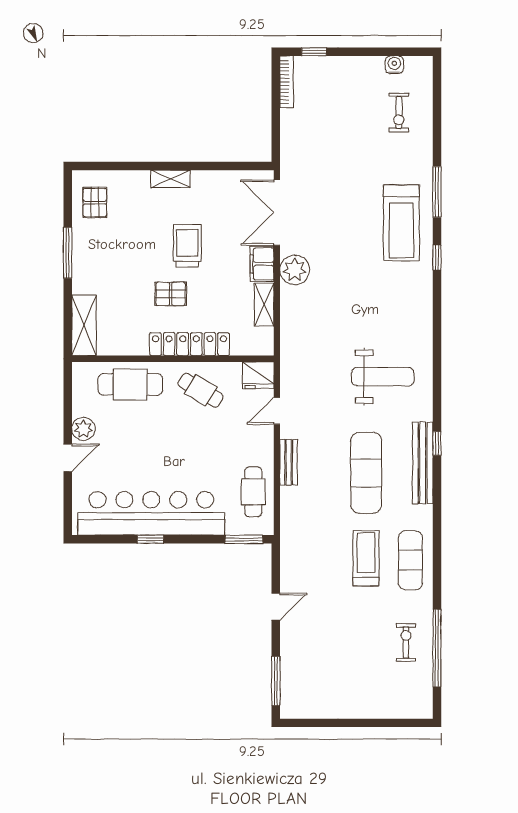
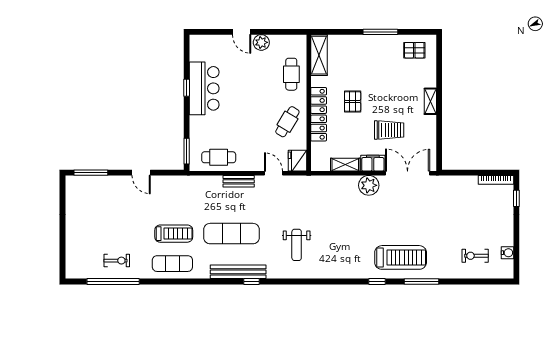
treadmill: (401, 223) -> (401, 257), turned 180
trolley: (187, 246) -> (389, 130), moved
shelving: (84, 325) -> (319, 55), moved, turned 90
weight bench: (383, 377) -> (297, 245), width x0.73, depth x0.75
cafe table: (130, 384) -> (291, 74), width x0.73, depth x0.74
bar counter: (151, 513) -> (204, 88), width x0.54

